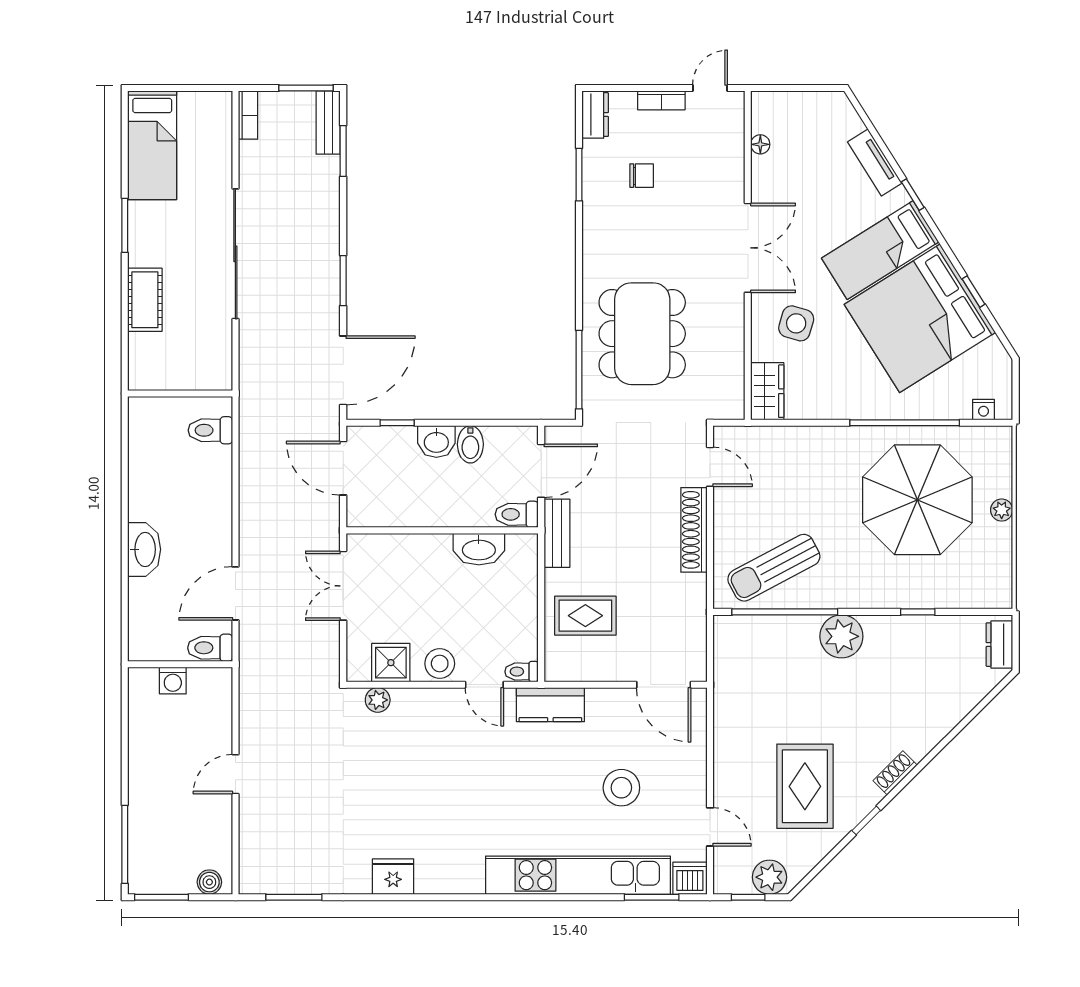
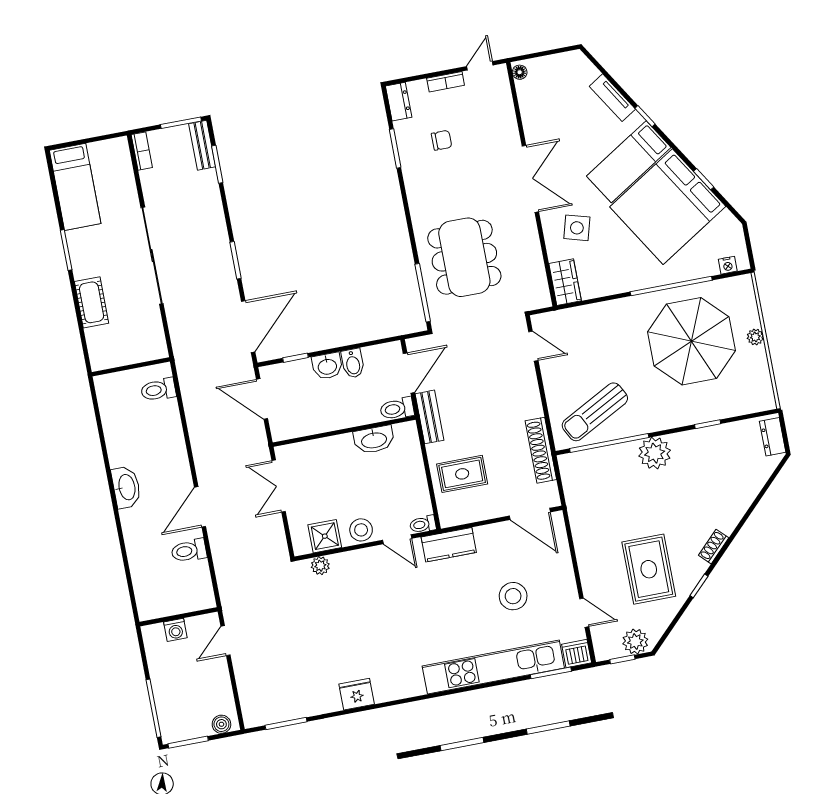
floor lamp: (760, 144) -> (520, 72), moved
shoe rack: (694, 530) -> (541, 450), moved
wall: (180, 664) -> (179, 617), moved
washing machine: (173, 681) -> (175, 630), moved

